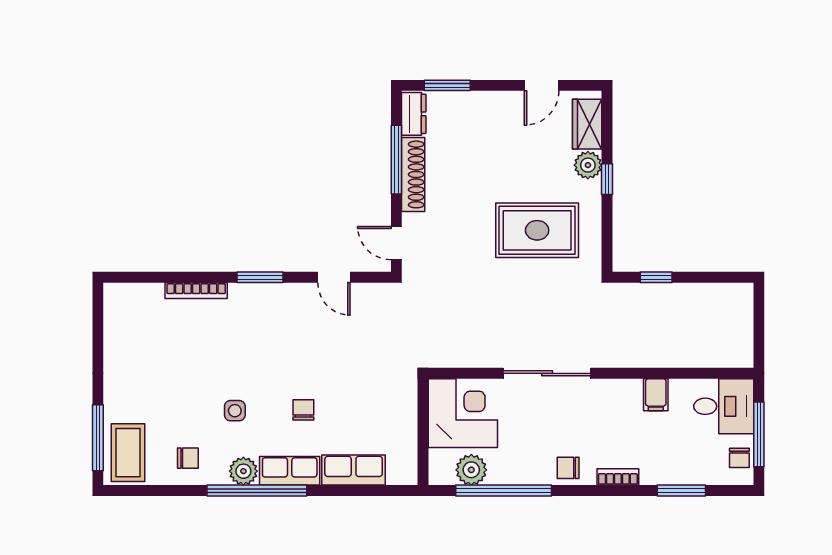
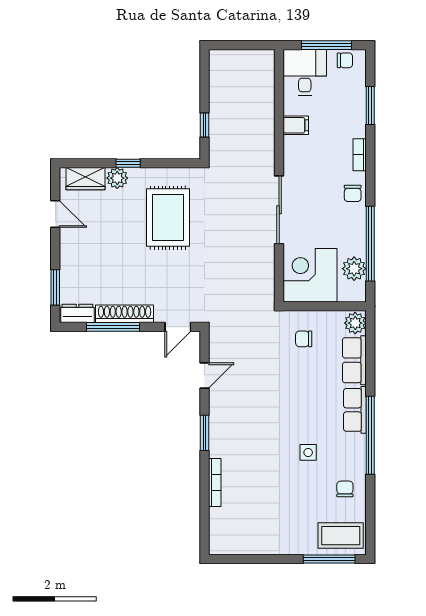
chair: (303, 410) -> (304, 339), moved
plant: (243, 471) -> (355, 323), moved

